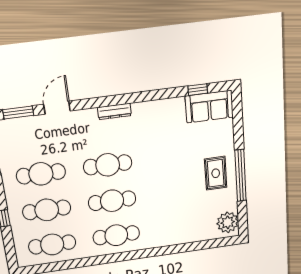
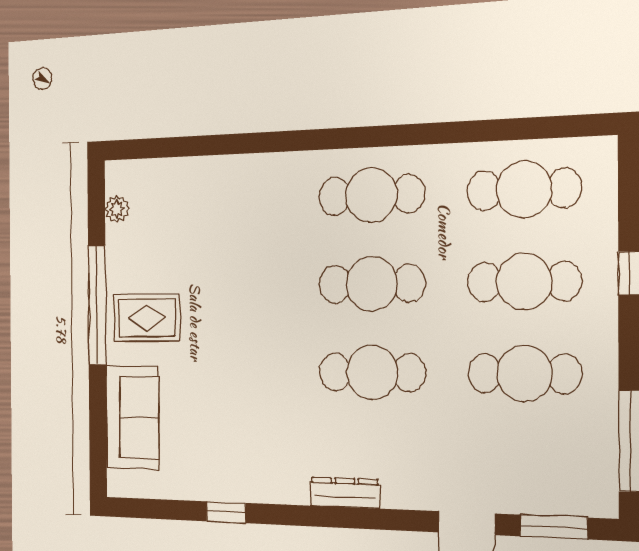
window: (198, 90) -> (226, 512), moved
sofa: (209, 107) -> (132, 417), moved, turned 90
rug: (216, 173) -> (147, 318), turned 90
plant: (228, 222) -> (117, 209), width x0.53, depth x0.53

